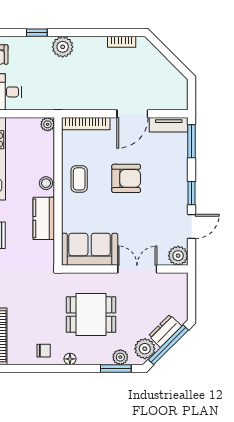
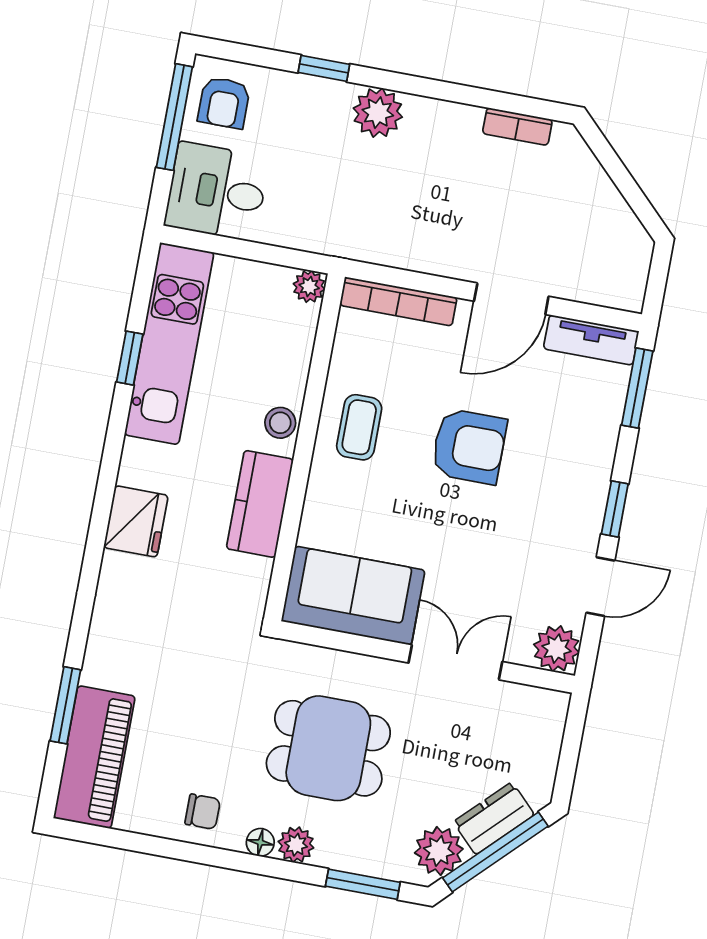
plant: (120, 357) -> (296, 845), moved

